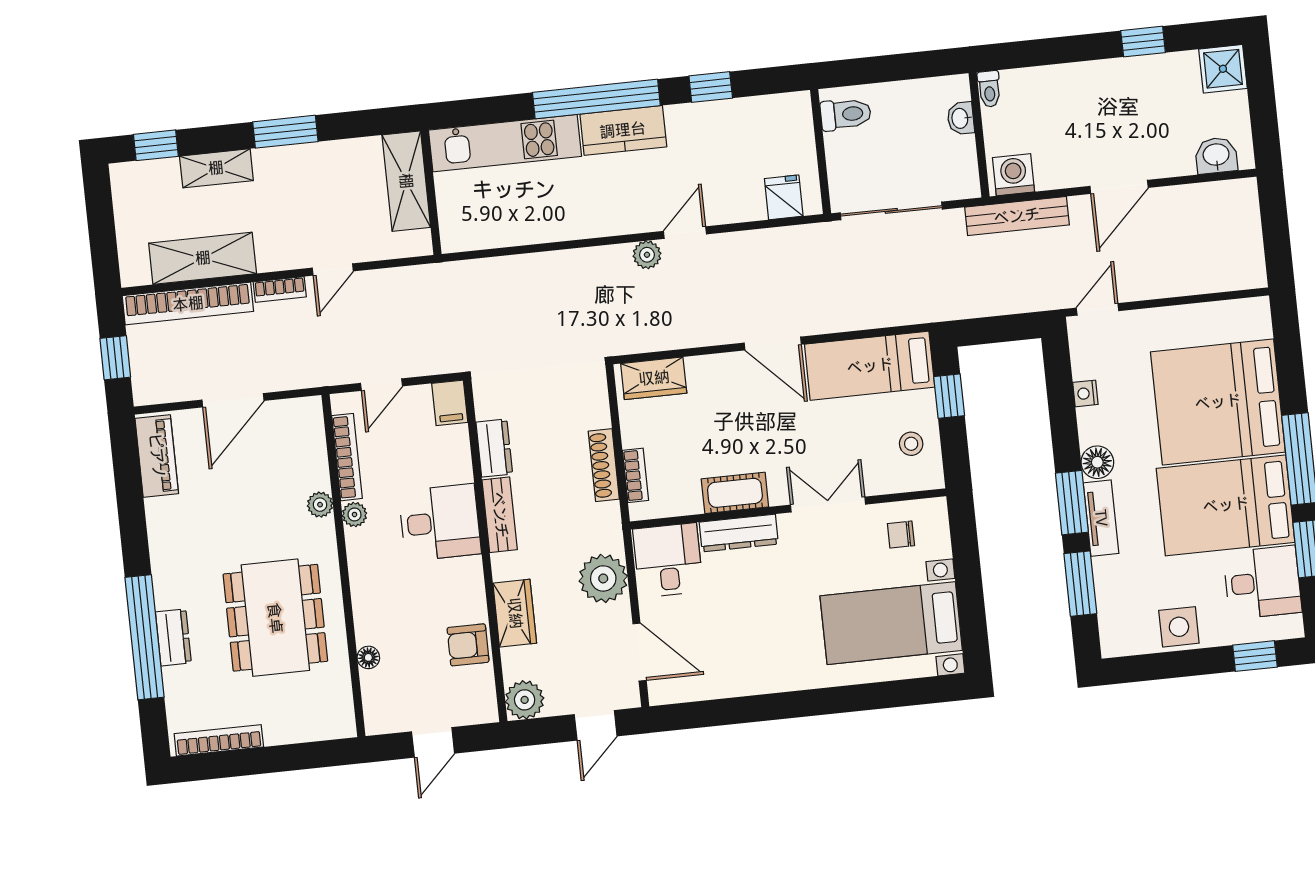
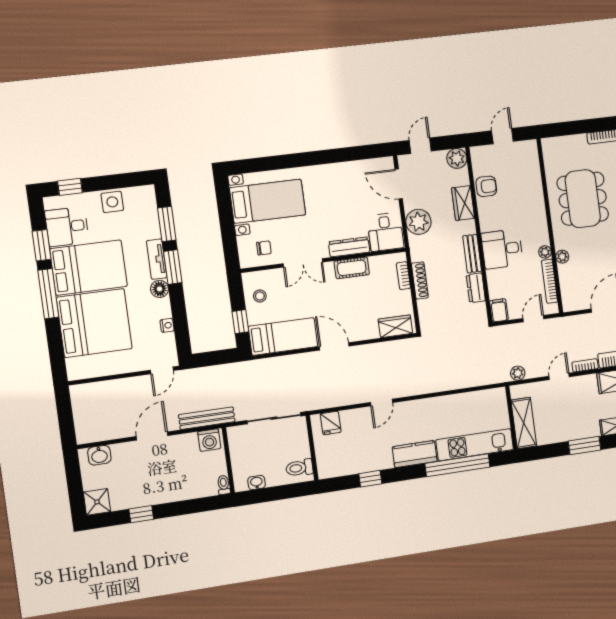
window: (596, 99) -> (457, 465), moved
washbasin: (961, 118) -> (256, 483), moved, turned -90
plant: (647, 255) -> (518, 373), moved
floor lamp: (368, 657) -> (536, 179), removed

